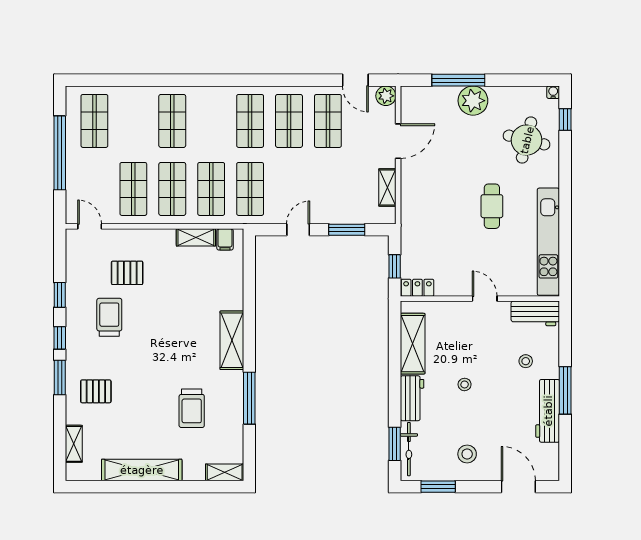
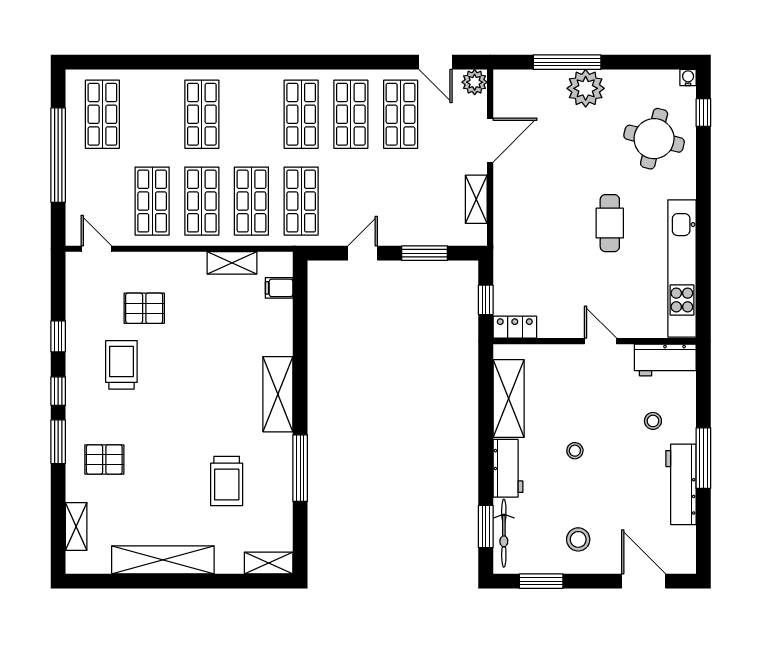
filing cabinet: (225, 239) -> (279, 288), moved, turned 90

